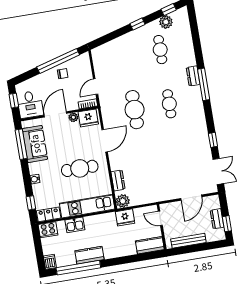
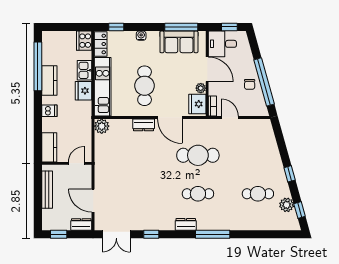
dresser: (193, 76) -> (186, 224), moved
dresser: (118, 180) -> (144, 125), moved
fridge: (125, 217) -> (84, 91), moved
dresser: (217, 219) -> (81, 224), moved
dishwasher: (50, 262) -> (49, 111), moved

